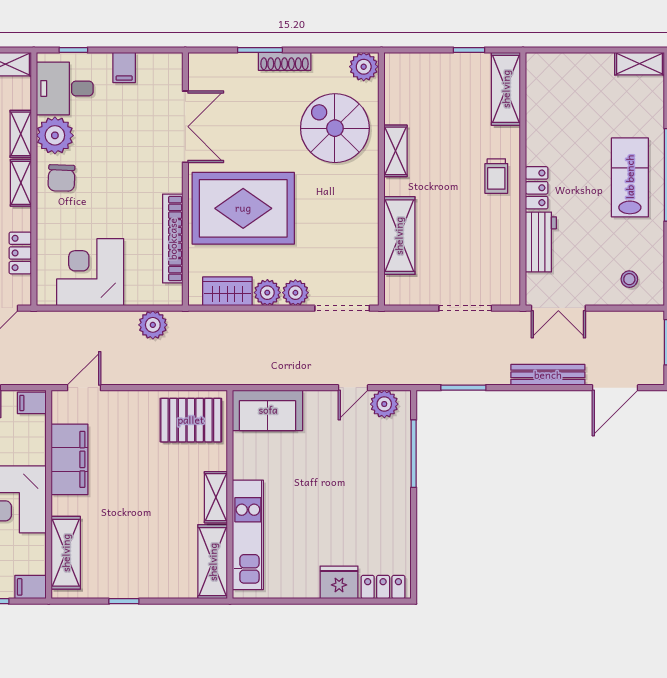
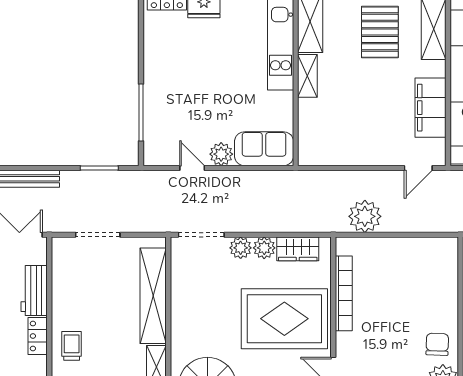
shelving: (399, 236) -> (153, 296), width x1.47
corner desk: (90, 272) -> (413, 265), removed
plant: (153, 325) -> (365, 216), width x1.36, depth x1.36
door: (353, 388) -> (192, 168), hinge flipped
plant: (384, 404) -> (221, 154), moved
pallet: (191, 420) -> (380, 32), moved, turned 90

